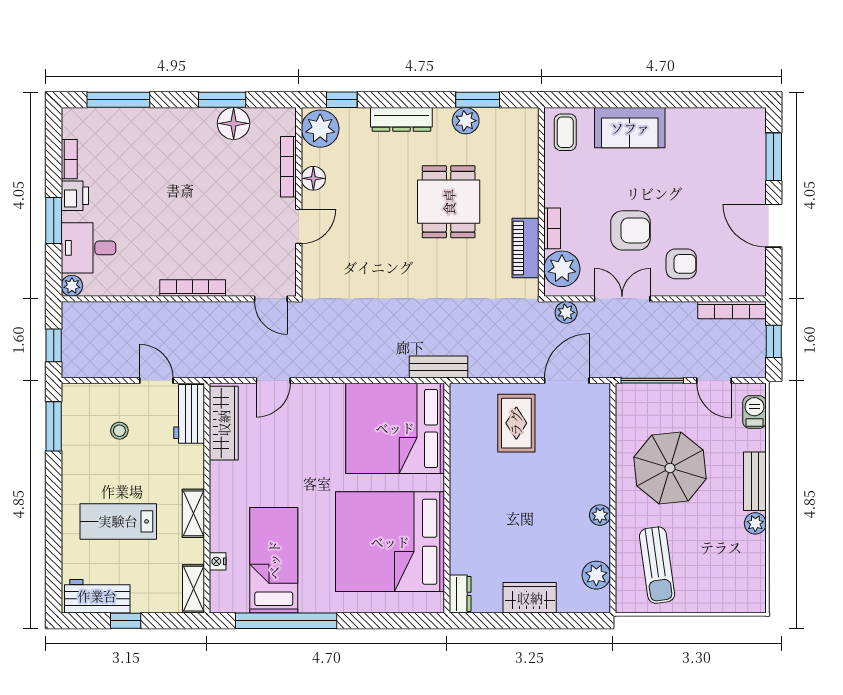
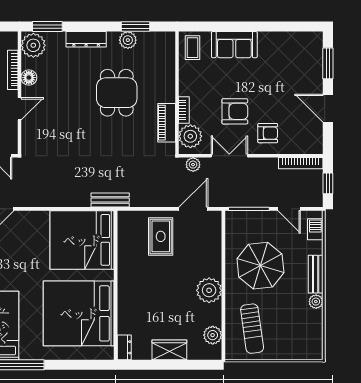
window: (342, 100) -> (47, 26), width x1.50
plant: (600, 515) -> (209, 290), width x1.87, depth x1.87

